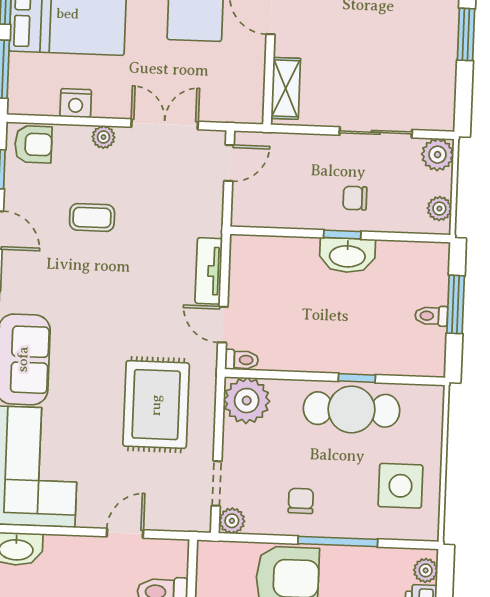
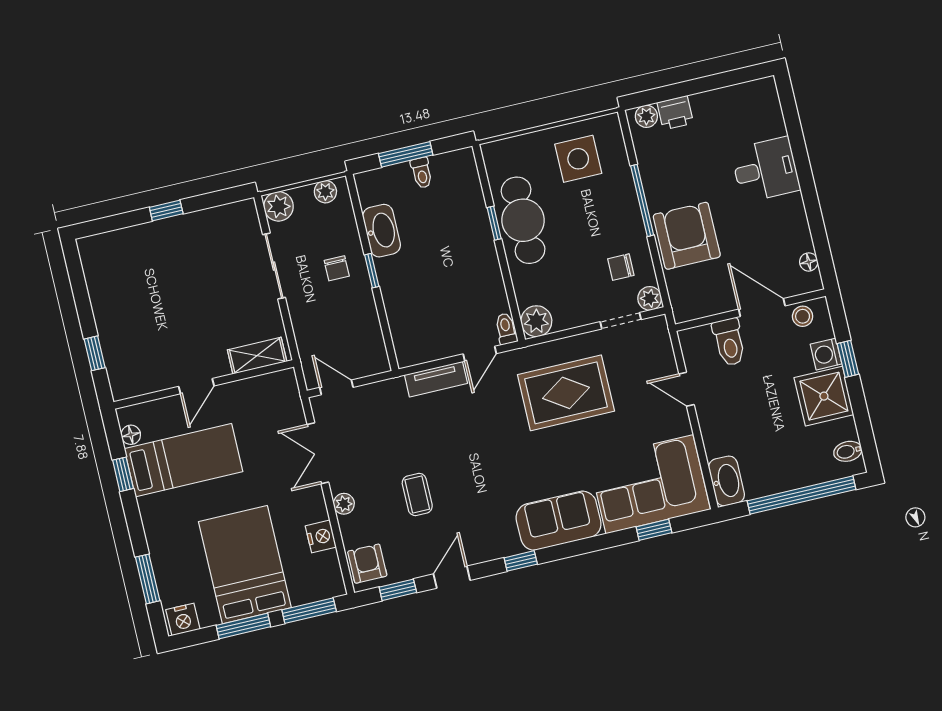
window: (466, 34) -> (166, 210), width x0.67
washbasin: (347, 255) -> (382, 231), moved
plant: (247, 401) -> (536, 321), width x0.73, depth x0.73
chair: (301, 501) -> (621, 267), moved

